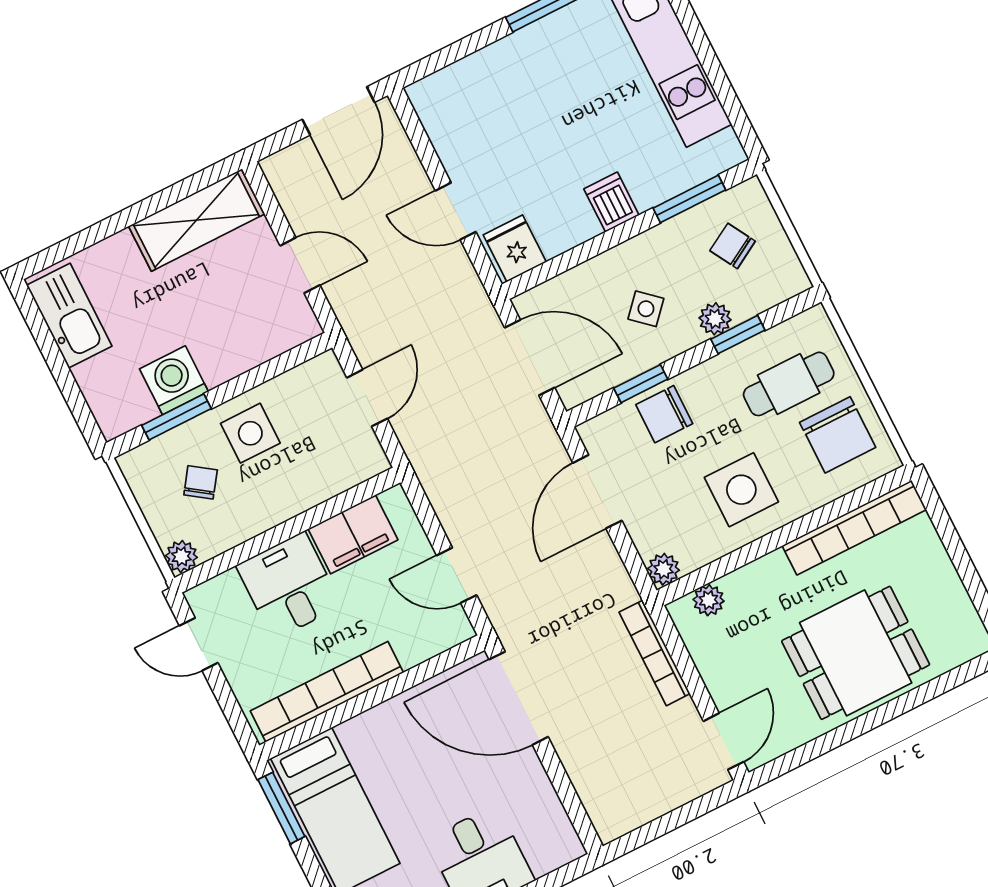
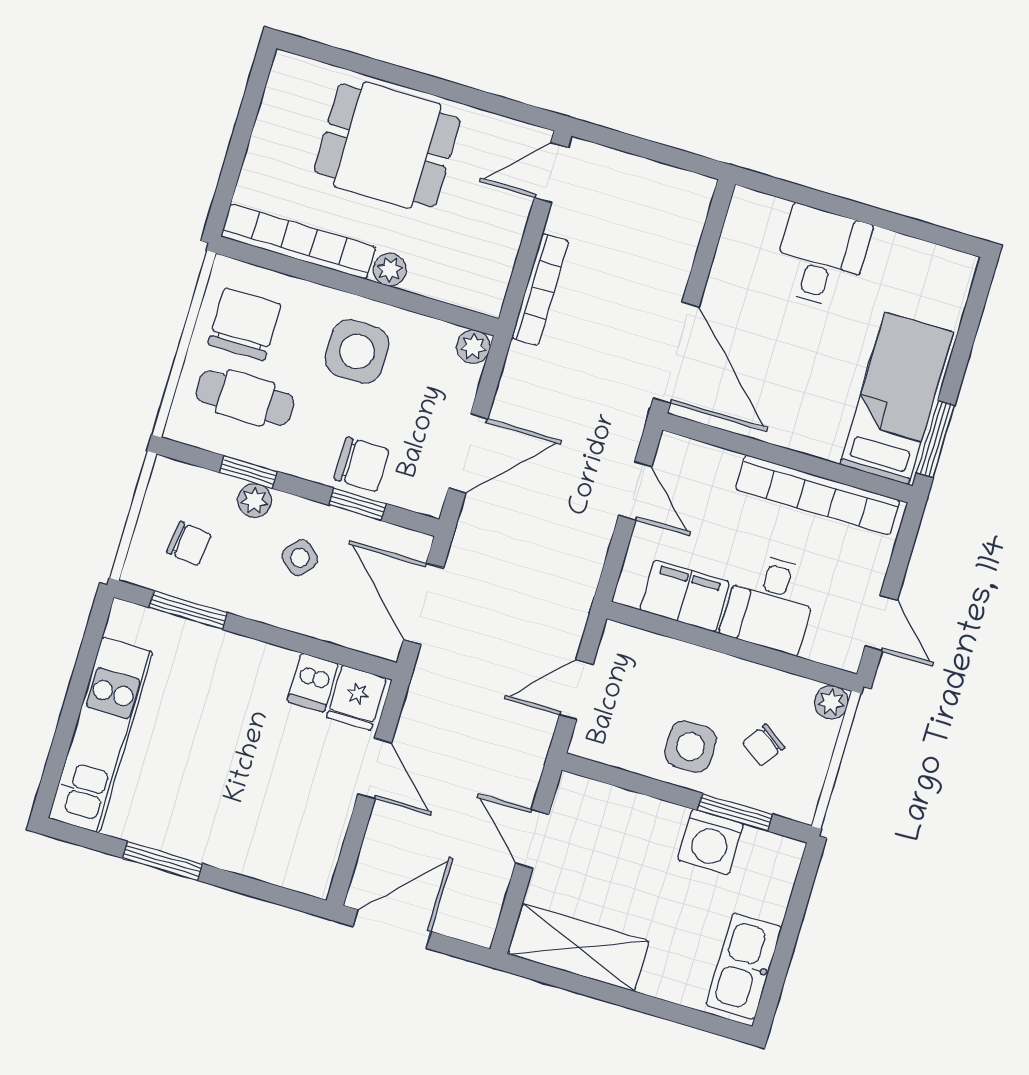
dishwasher: (611, 202) -> (313, 682), moved
chair: (733, 246) -> (189, 543), turned -53
plant: (709, 600) -> (390, 270), moved

